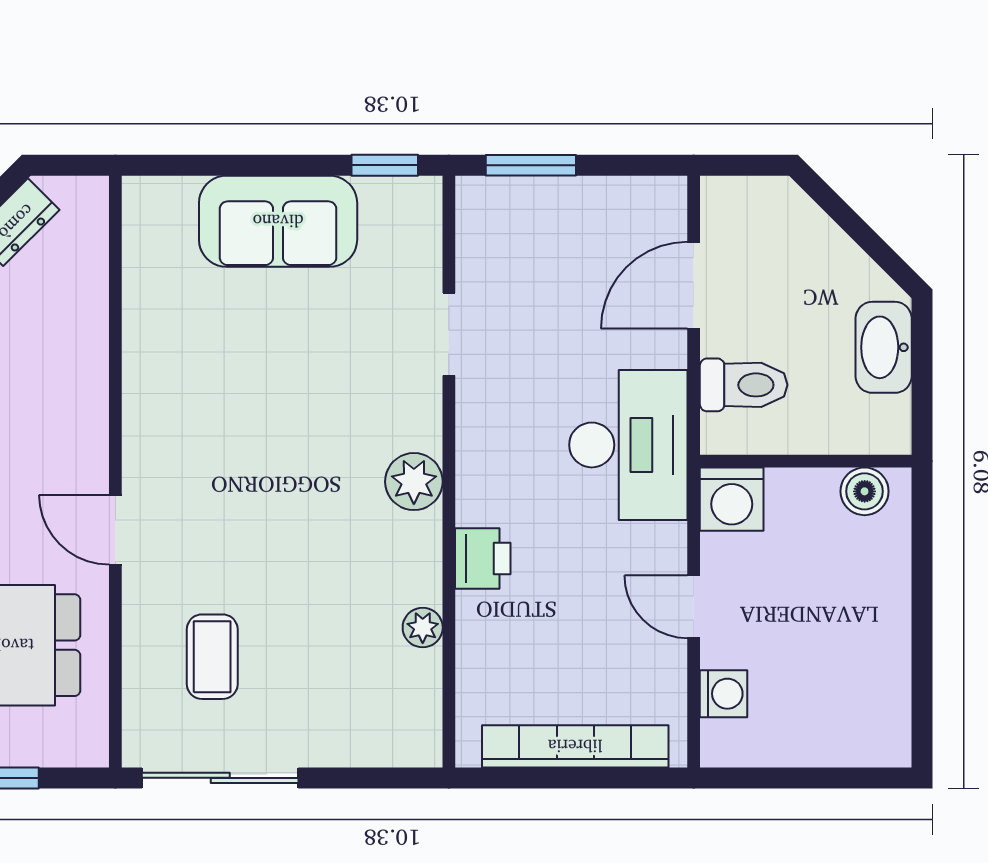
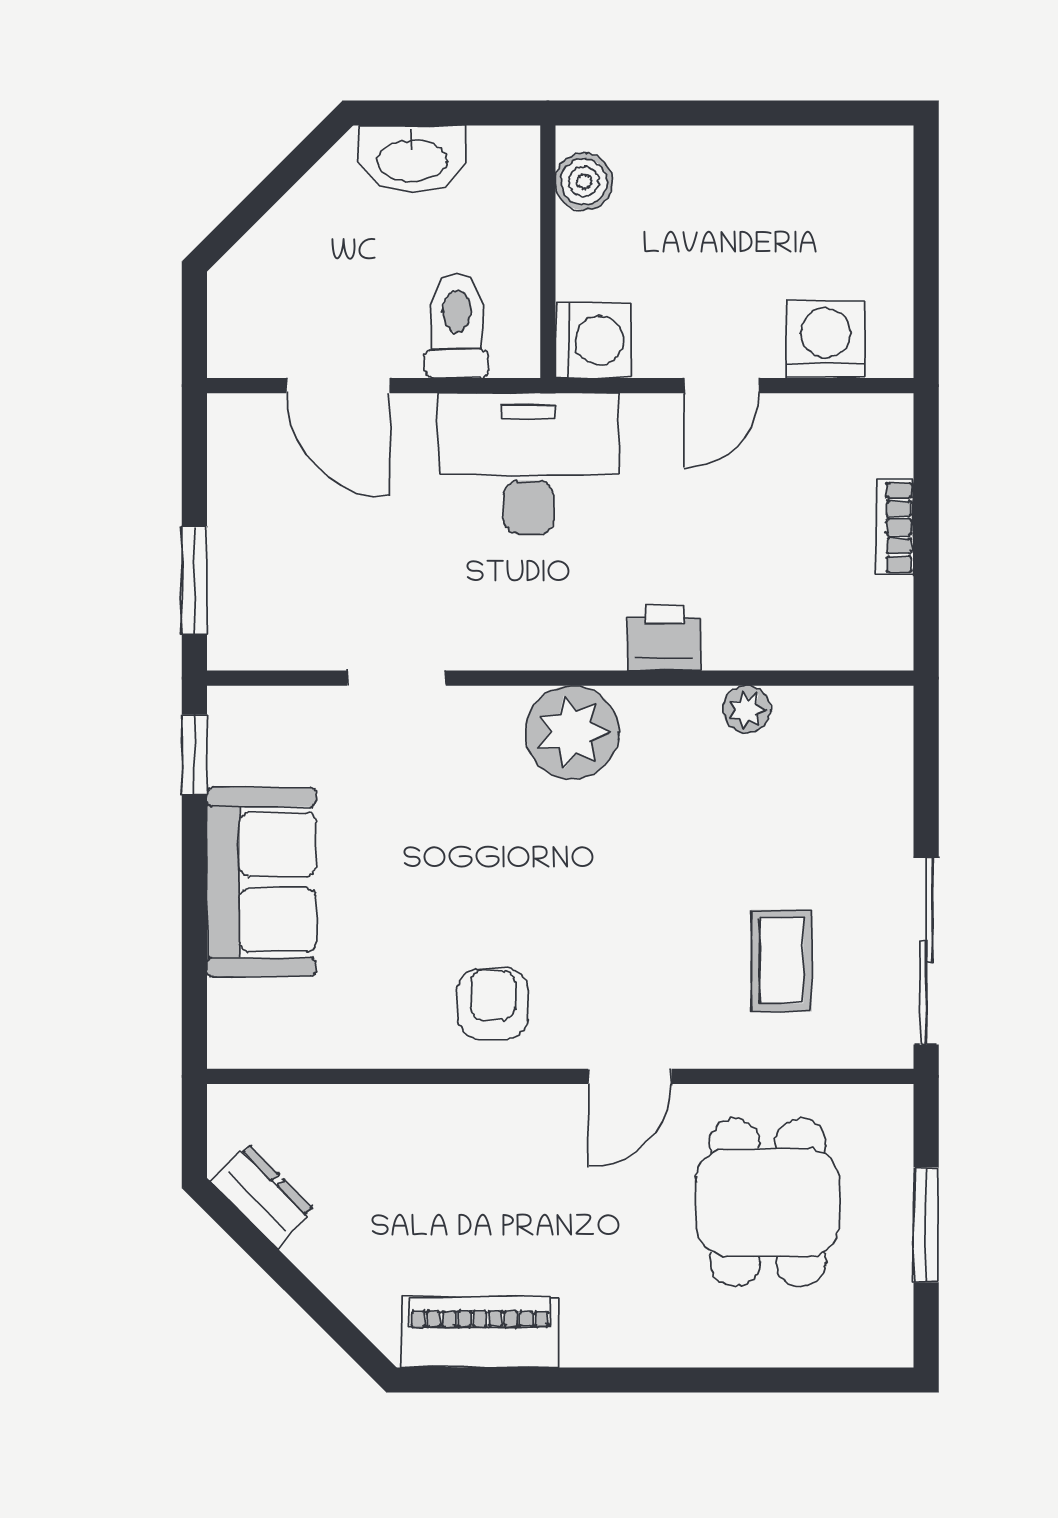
armchair: (176, 415) -> (493, 1004), added
plant: (414, 482) -> (572, 732), width x1.36, depth x1.36
coffee table: (212, 657) -> (781, 961), turned 90
washing machine: (724, 694) -> (826, 339), width x1.38, depth x1.38
bookcase: (575, 746) -> (895, 527), width x0.43, depth x0.76

